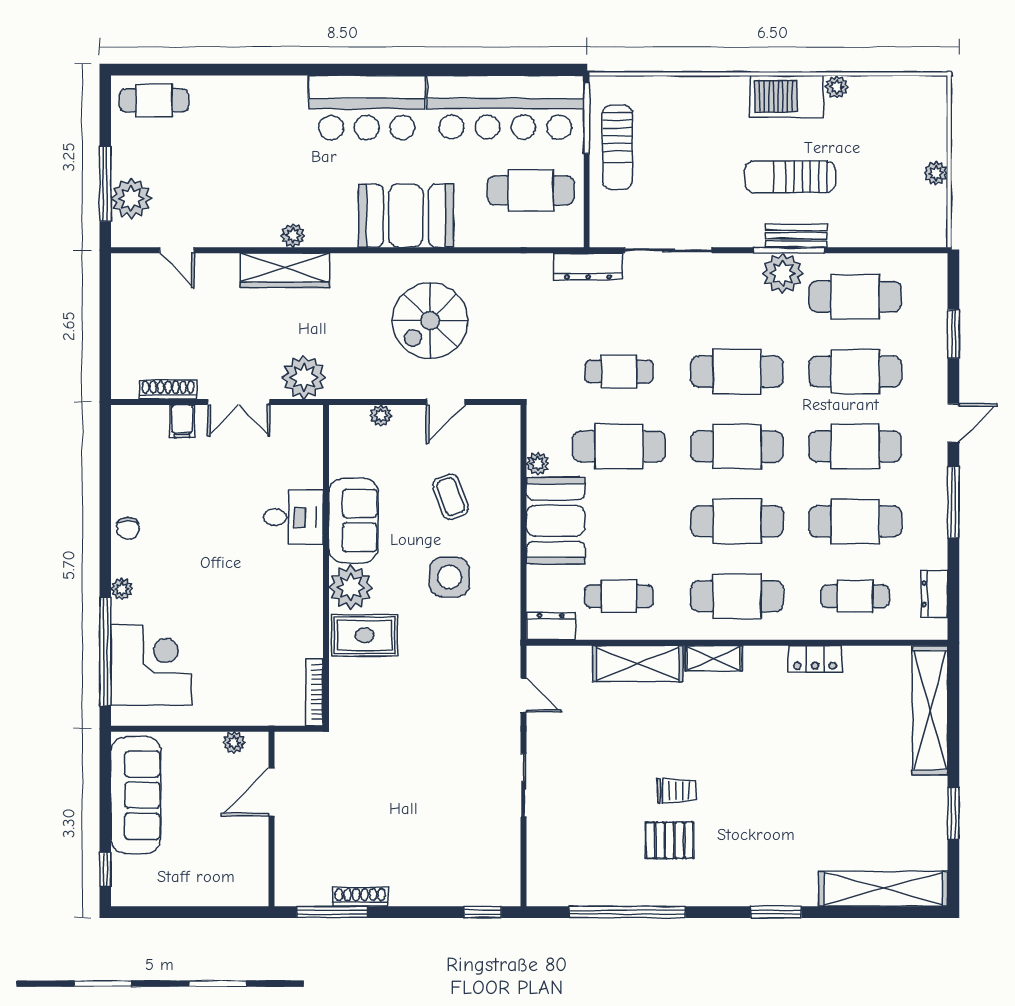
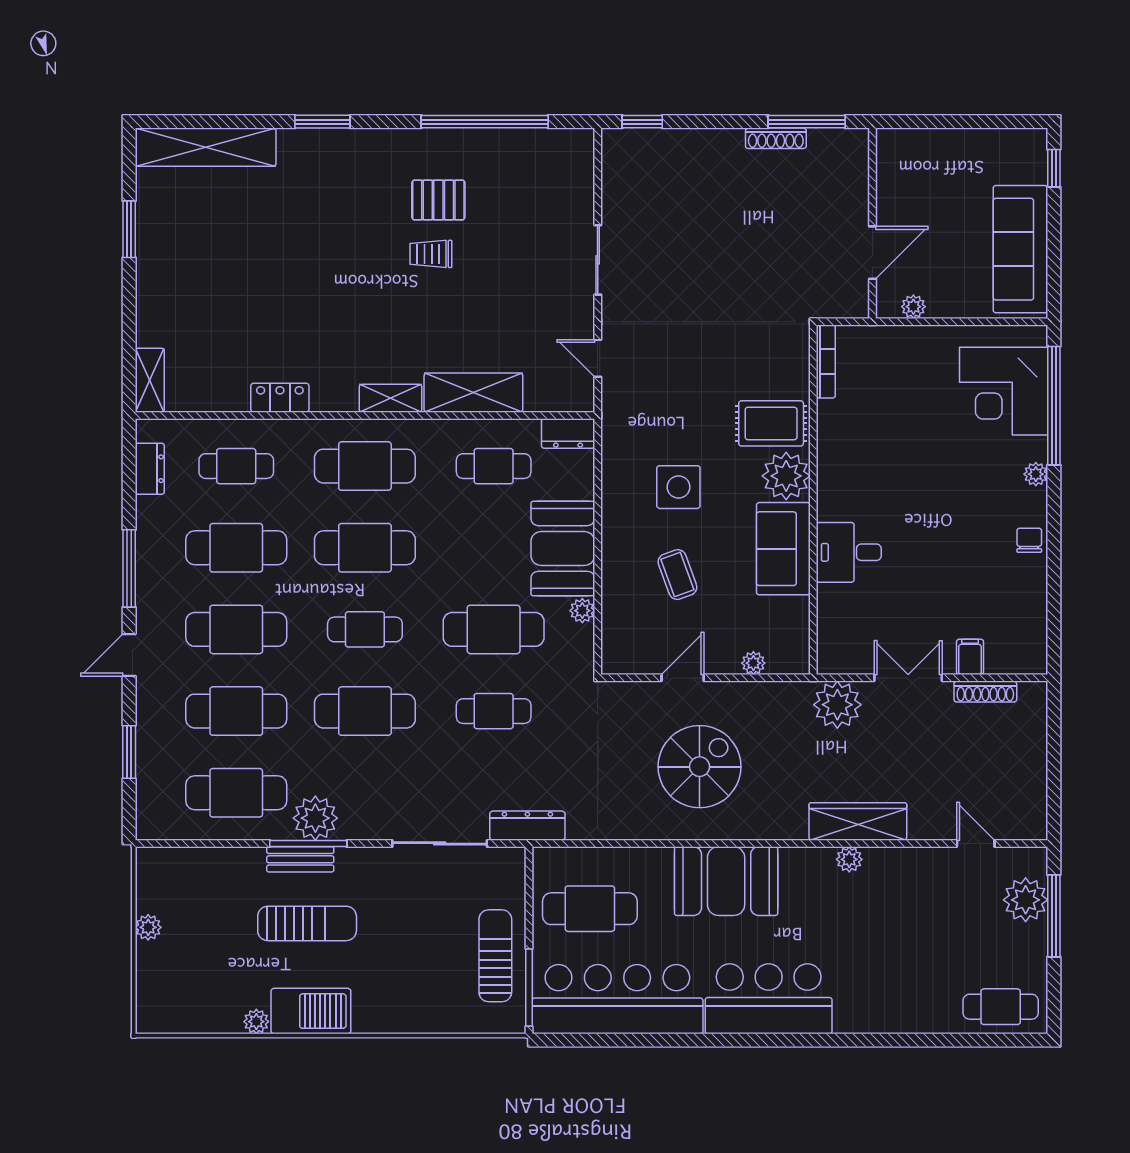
cafe table: (737, 446) -> (365, 629), width x0.73, depth x0.74
shelving: (930, 710) -> (150, 380), width x0.45, depth x0.75

